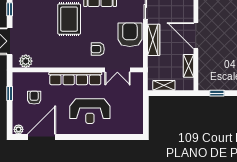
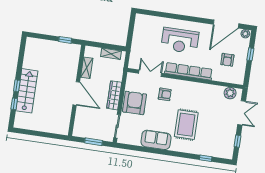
armchair: (130, 35) -> (134, 103), turned 180
window: (10, 93) -> (250, 54), moved
reception desk: (90, 111) -> (180, 41), turned 180

